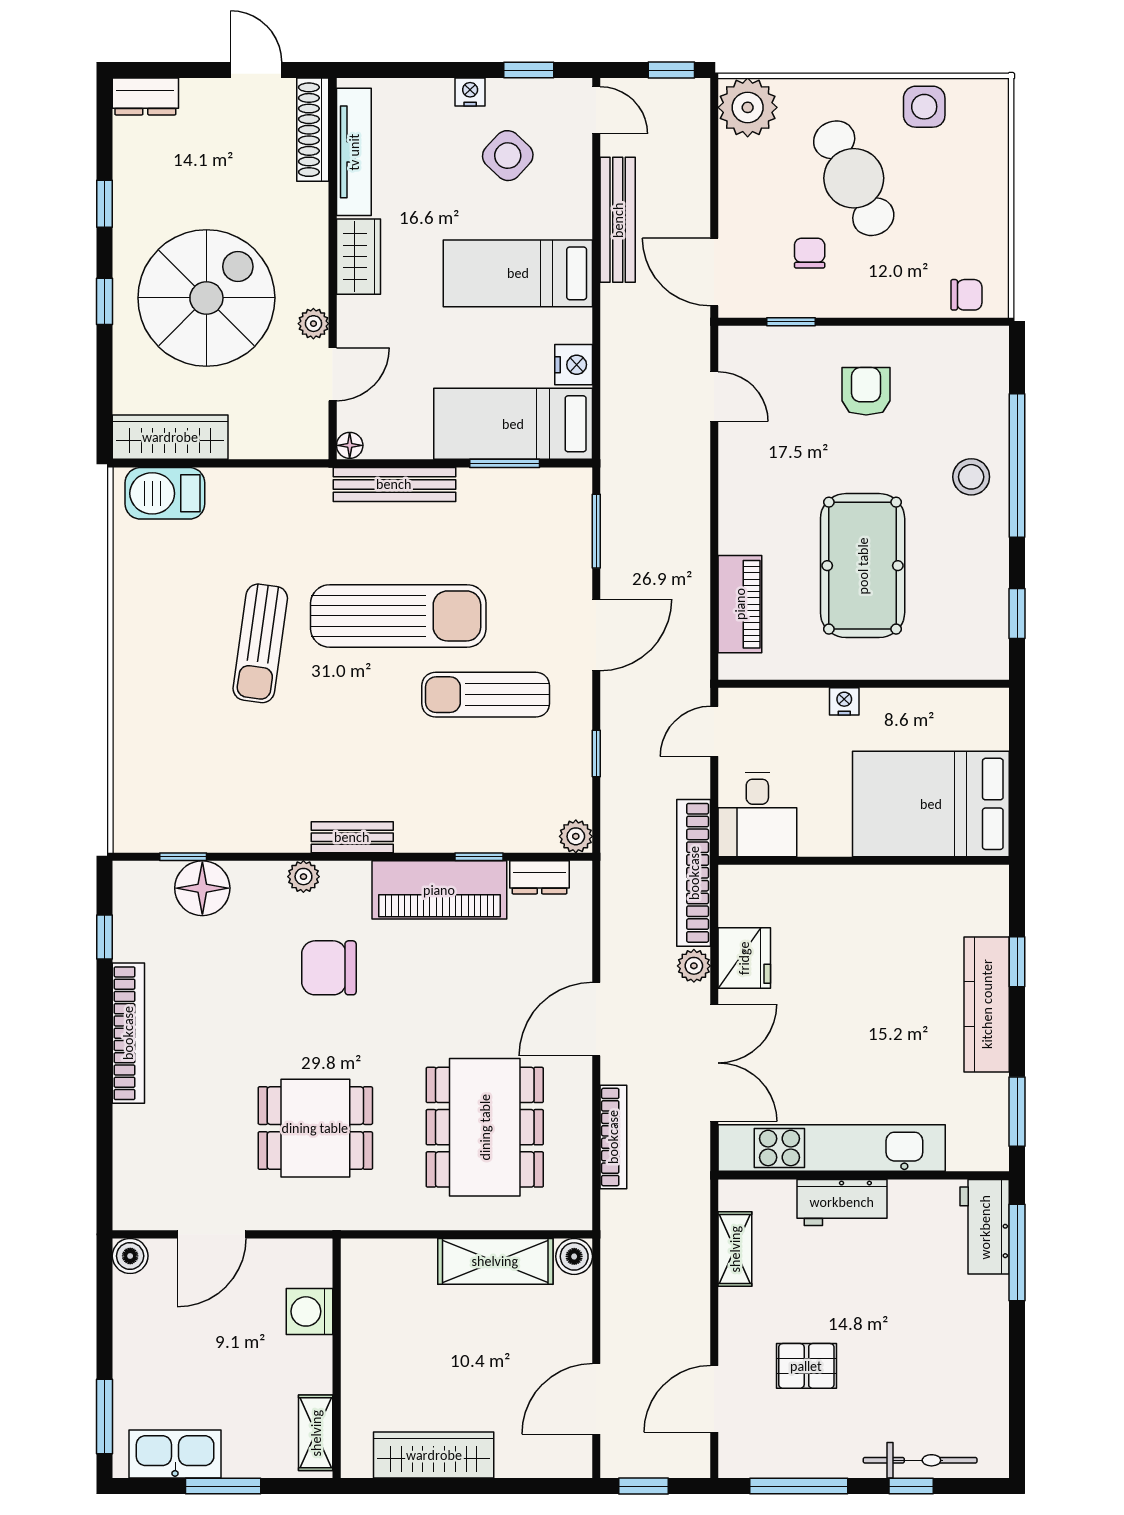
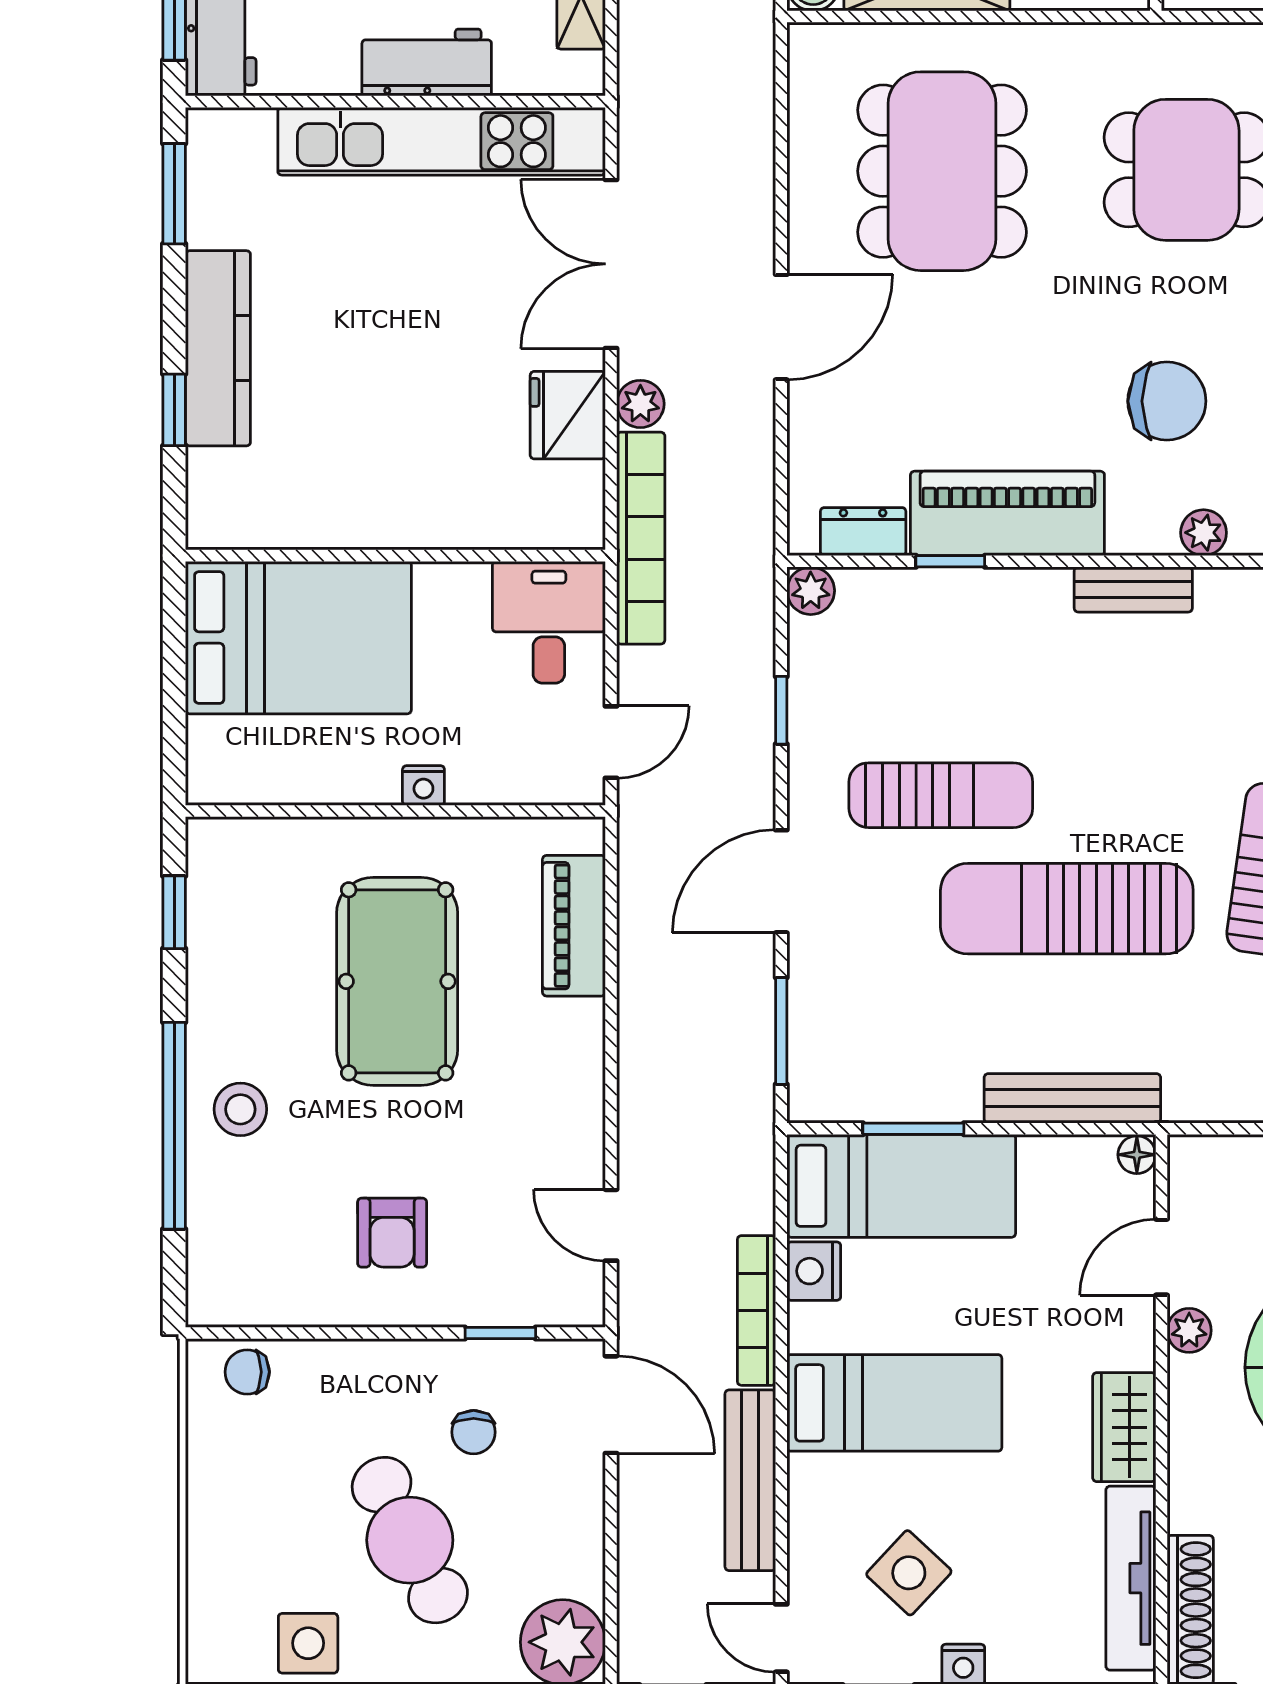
bookcase: (613, 1137) -> (756, 1310), moved

